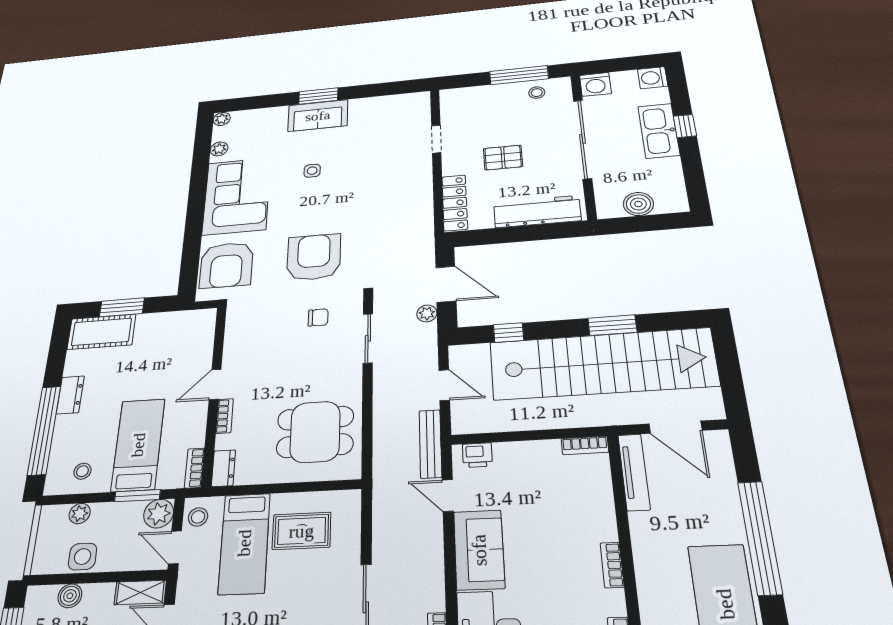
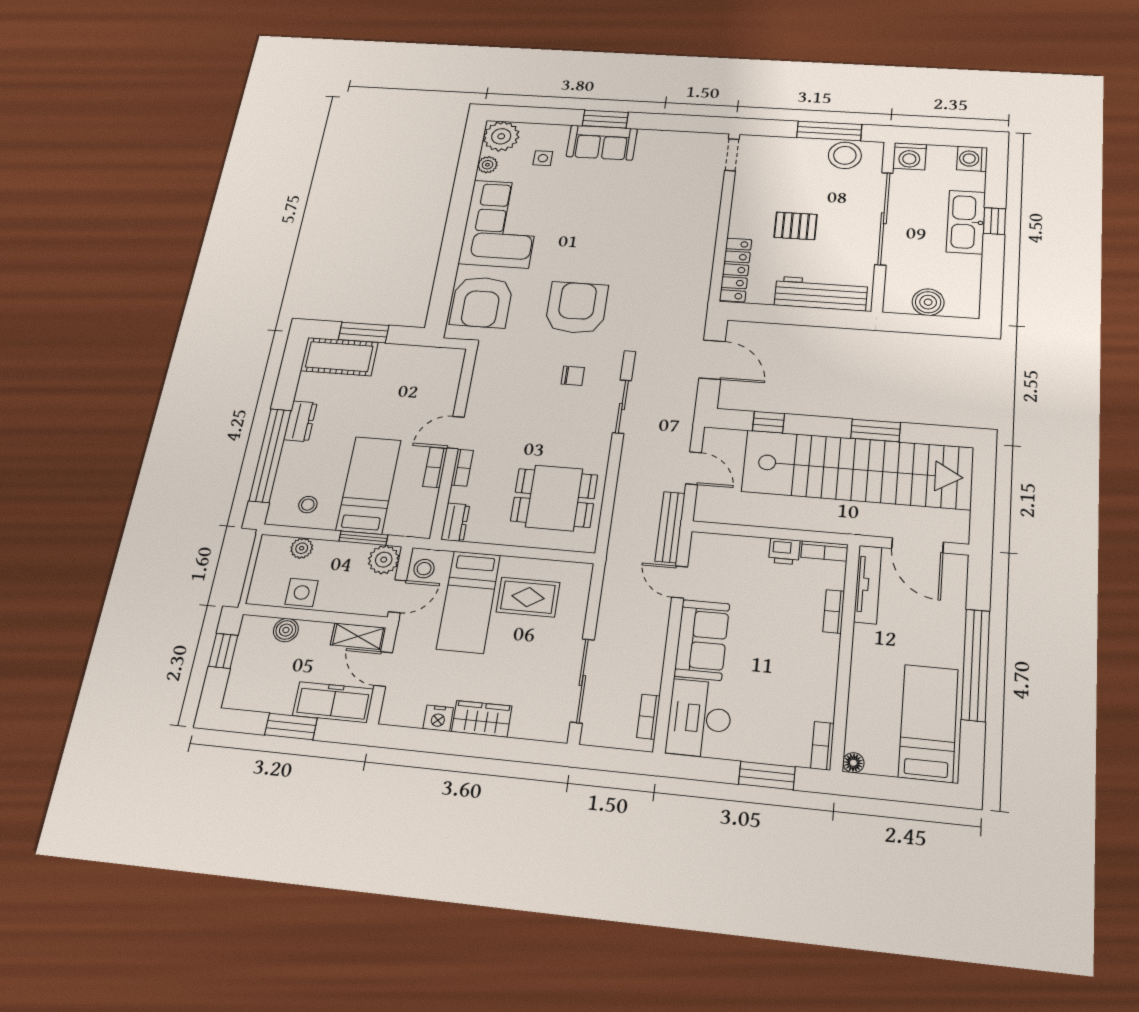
stool: (537, 93) -> (845, 155), width x1.89, depth x1.89
plant: (222, 119) -> (501, 136), width x1.87, depth x1.87
doorway: (436, 139) -> (732, 155), moved
side table: (312, 171) -> (543, 158), moved
plant: (427, 313) -> (687, 389), removed
printer: (477, 455) -> (784, 551), moved
bookcase: (195, 468) -> (435, 467), moved
door: (175, 547) -> (397, 596), swing flipped
bookcase: (612, 565) -> (834, 611), moved

